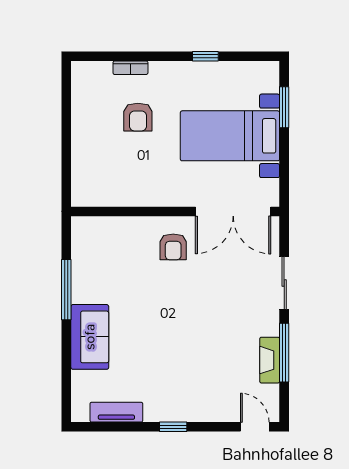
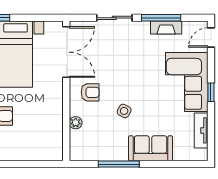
plant: (128, 225) -> (76, 123), added
side table: (145, 298) -> (124, 111), added
corner sofa: (189, 391) -> (187, 82), added

